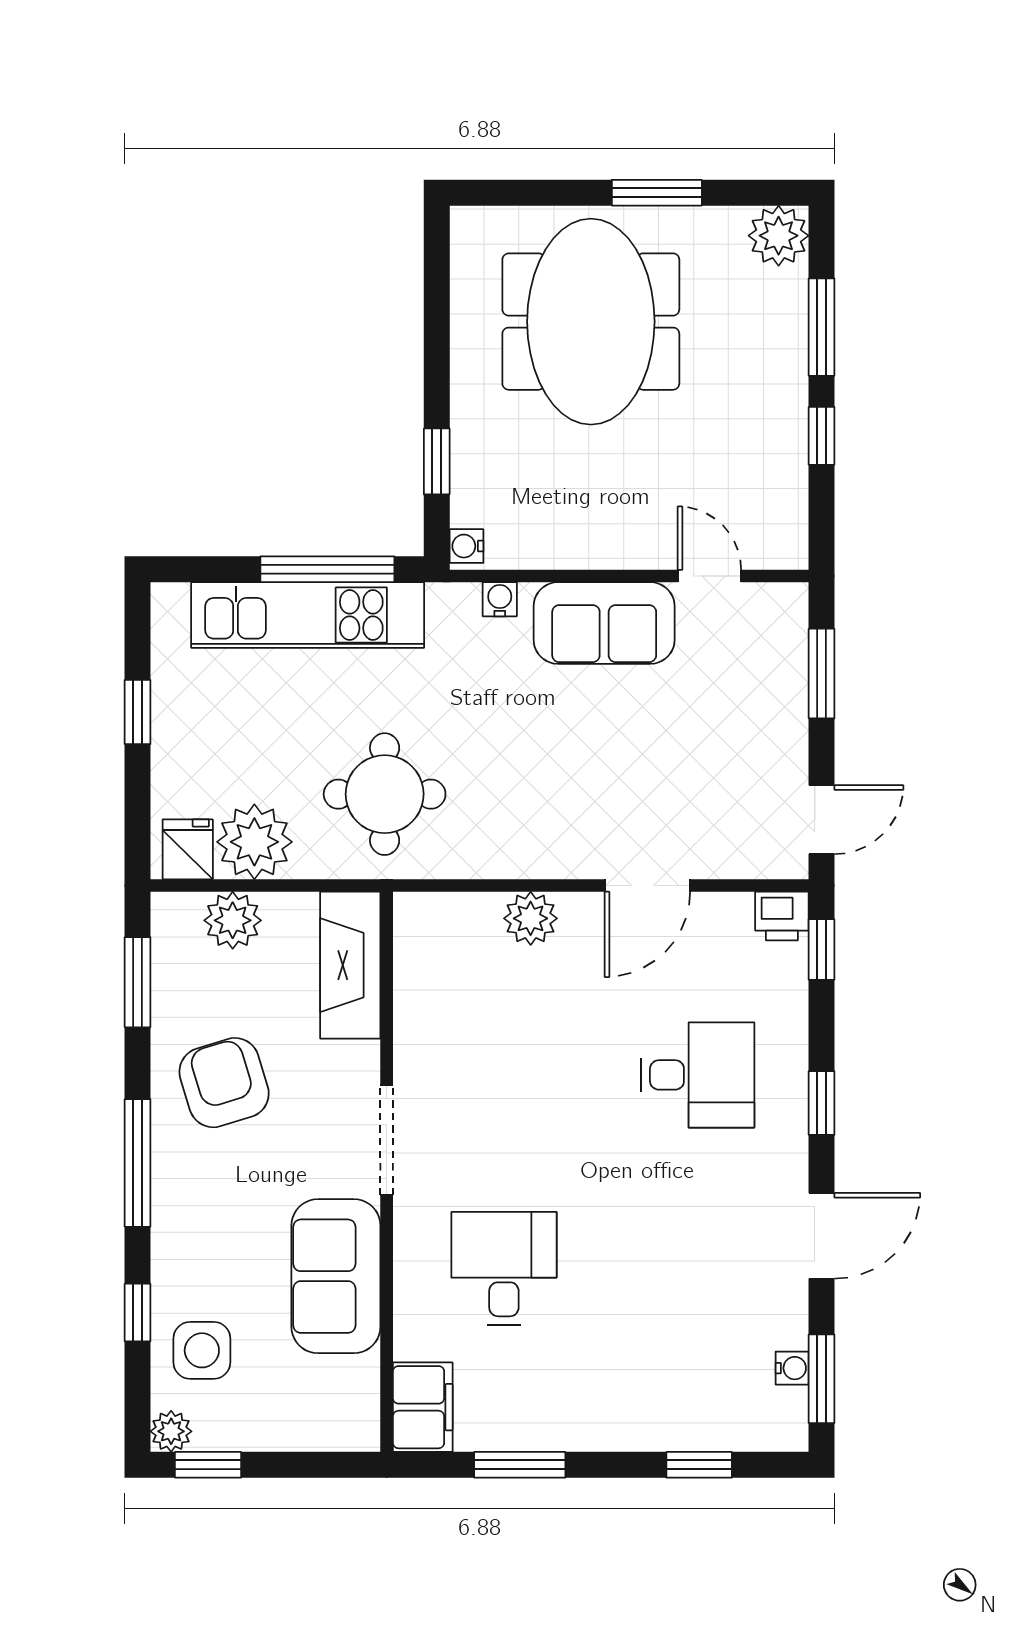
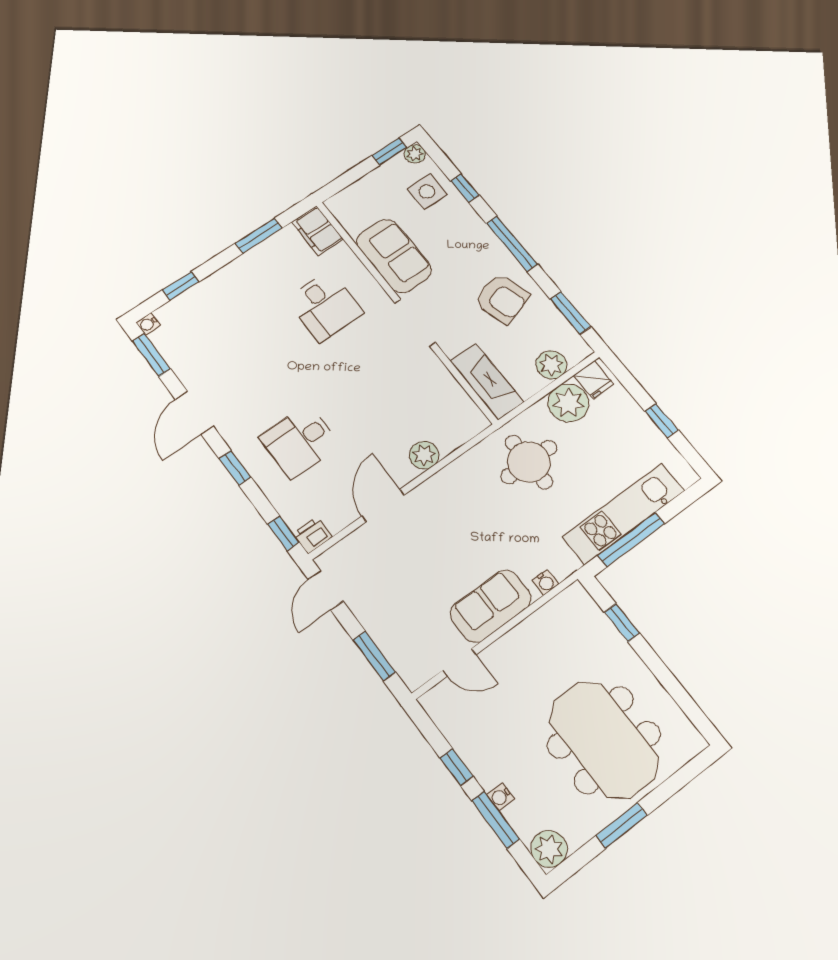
water cooler: (467, 546) -> (500, 797), moved, turned 180
water cooler: (792, 1368) -> (148, 324), moved

